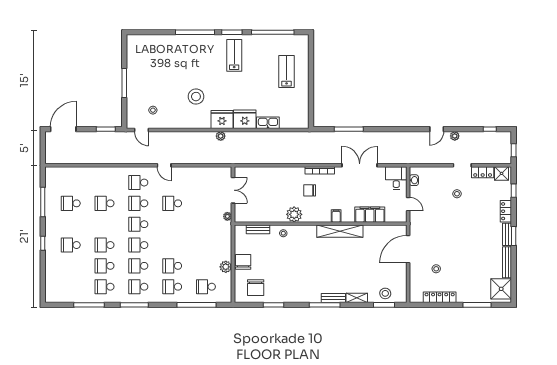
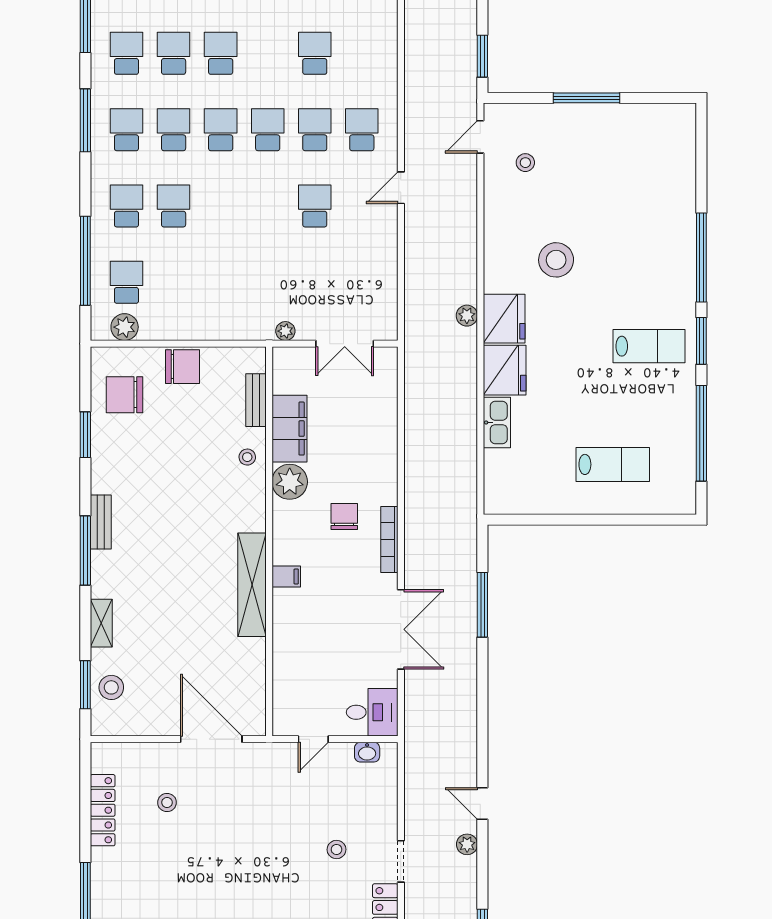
filing cabinet: (370, 215) -> (289, 429), moved
plant: (226, 267) -> (125, 327), moved
bench: (333, 298) -> (101, 522), moved

